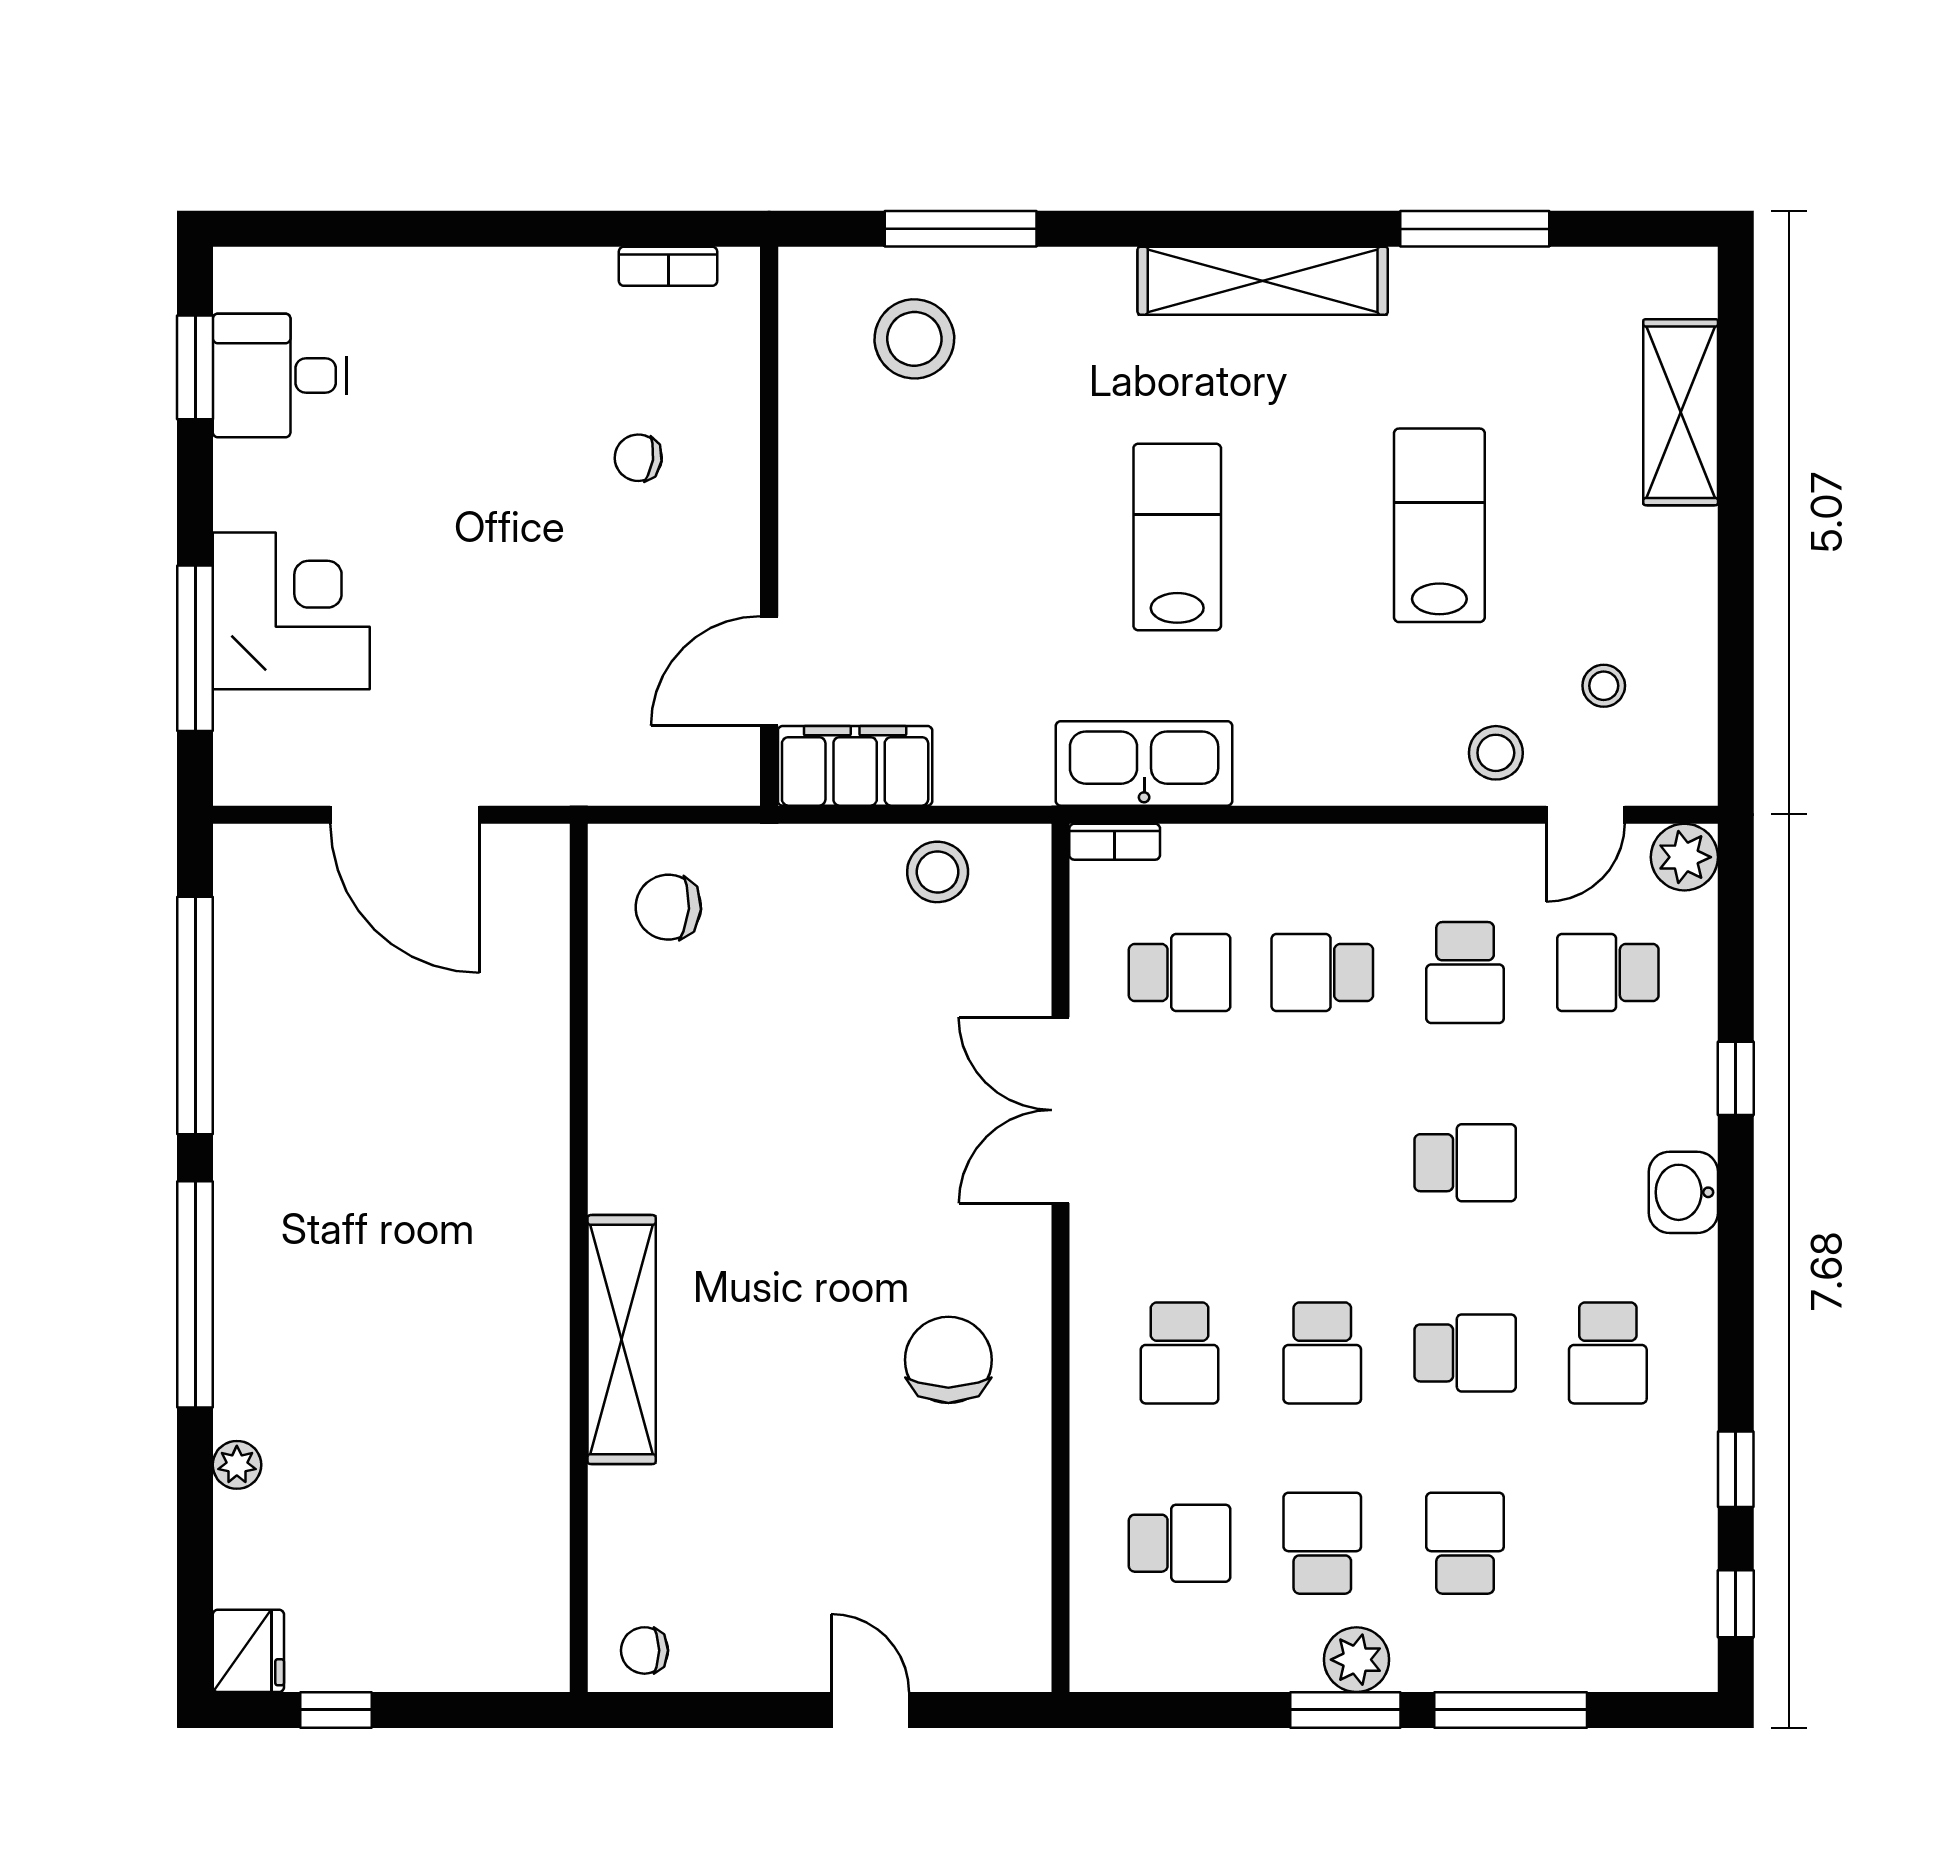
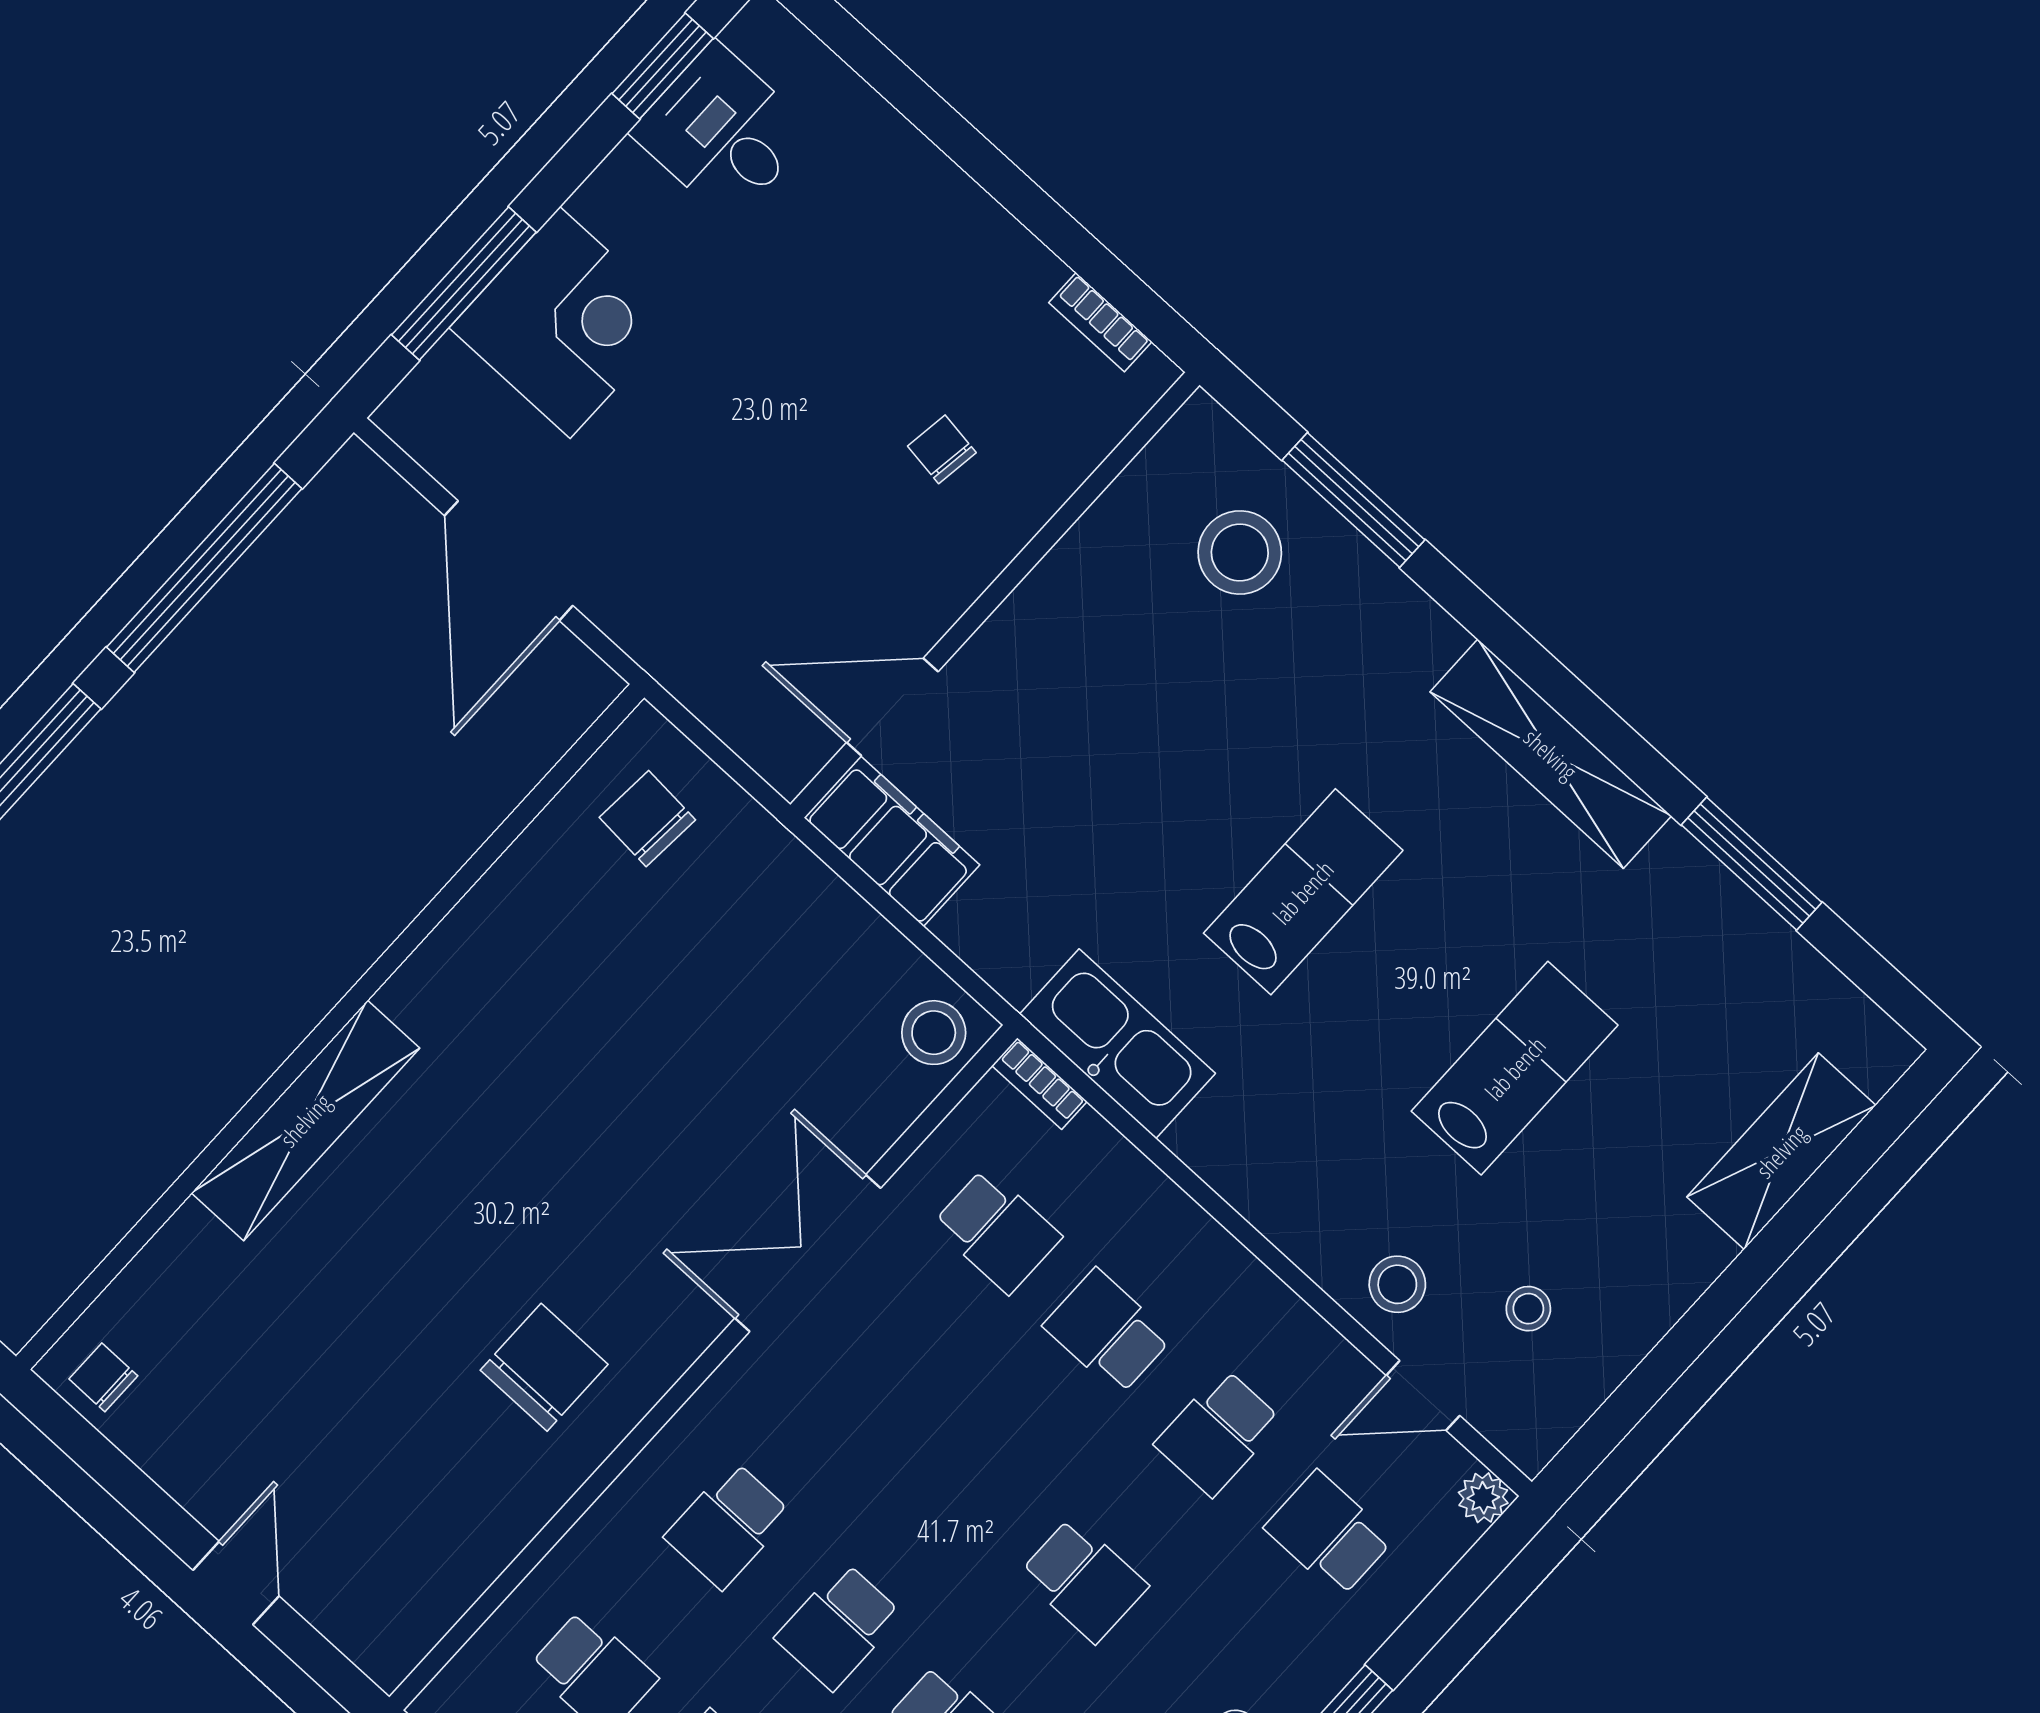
plant: (1684, 857) -> (1483, 1498), width x0.73, depth x0.73
stool: (938, 872) -> (934, 1033), moved

